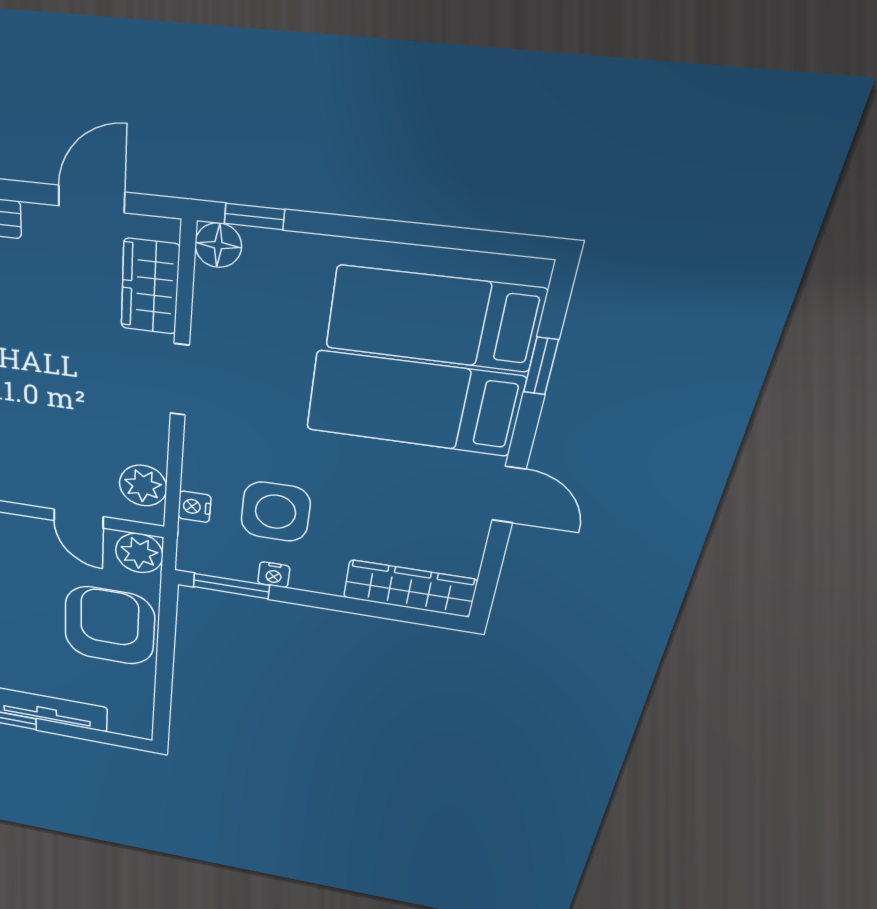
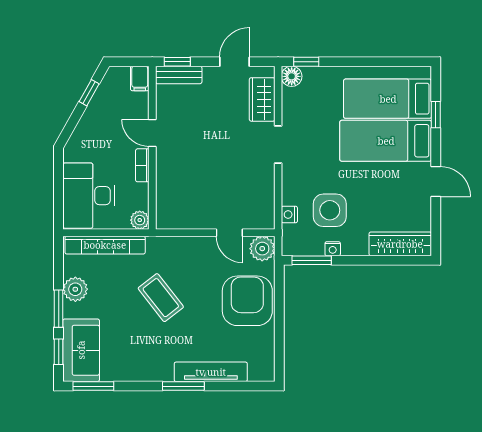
plant: (143, 486) -> (263, 206), removed

